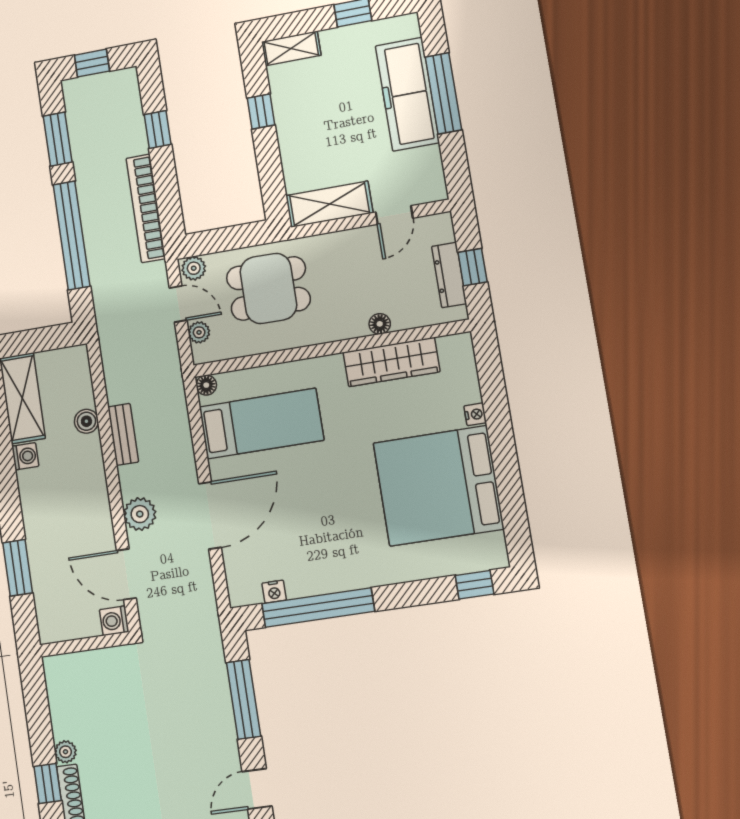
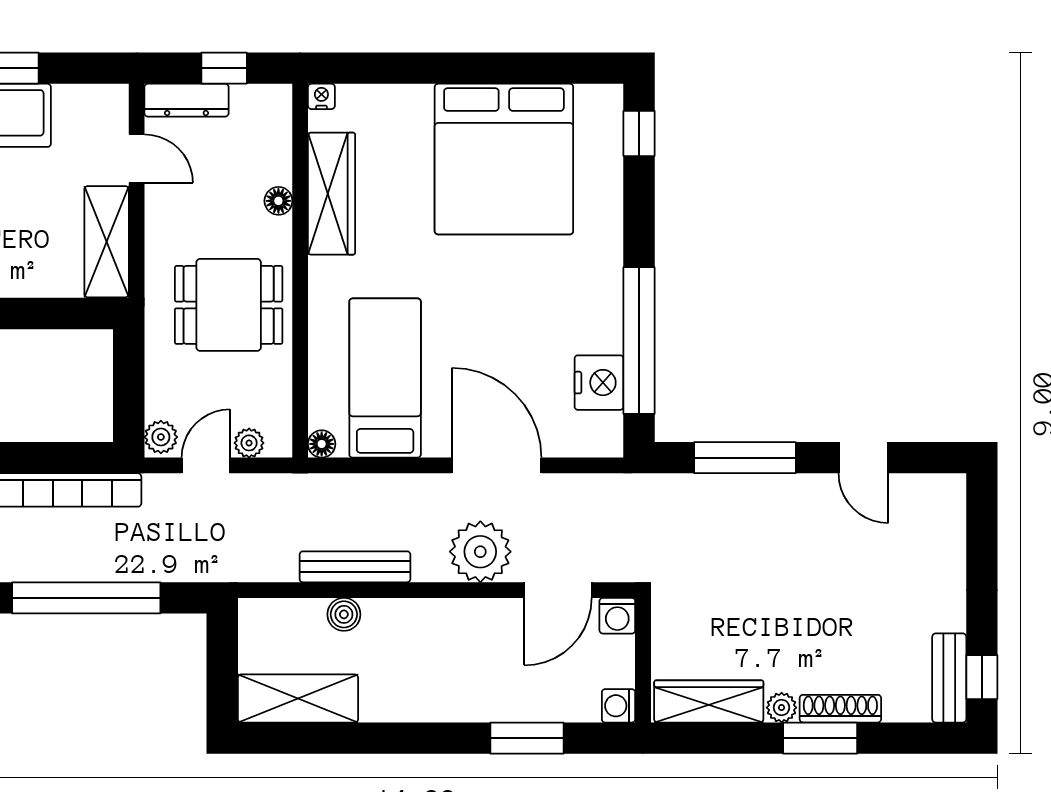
dresser: (449, 275) -> (186, 100), moved
dining table: (268, 288) -> (229, 305), moved, turned 90
nightstand: (475, 414) -> (321, 96), moved
bench: (123, 434) -> (355, 567), width x1.36
washing machine: (25, 456) -> (618, 706), moved, turned -90
plant: (140, 514) -> (480, 552), width x1.36, depth x1.36
nightstand: (274, 592) -> (599, 383), width x1.89, depth x1.79
wardrobe: (62, 697) -> (709, 701), added
window: (48, 783) -> (820, 738), width x1.50

